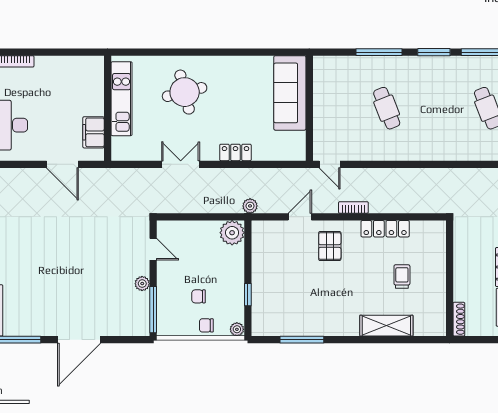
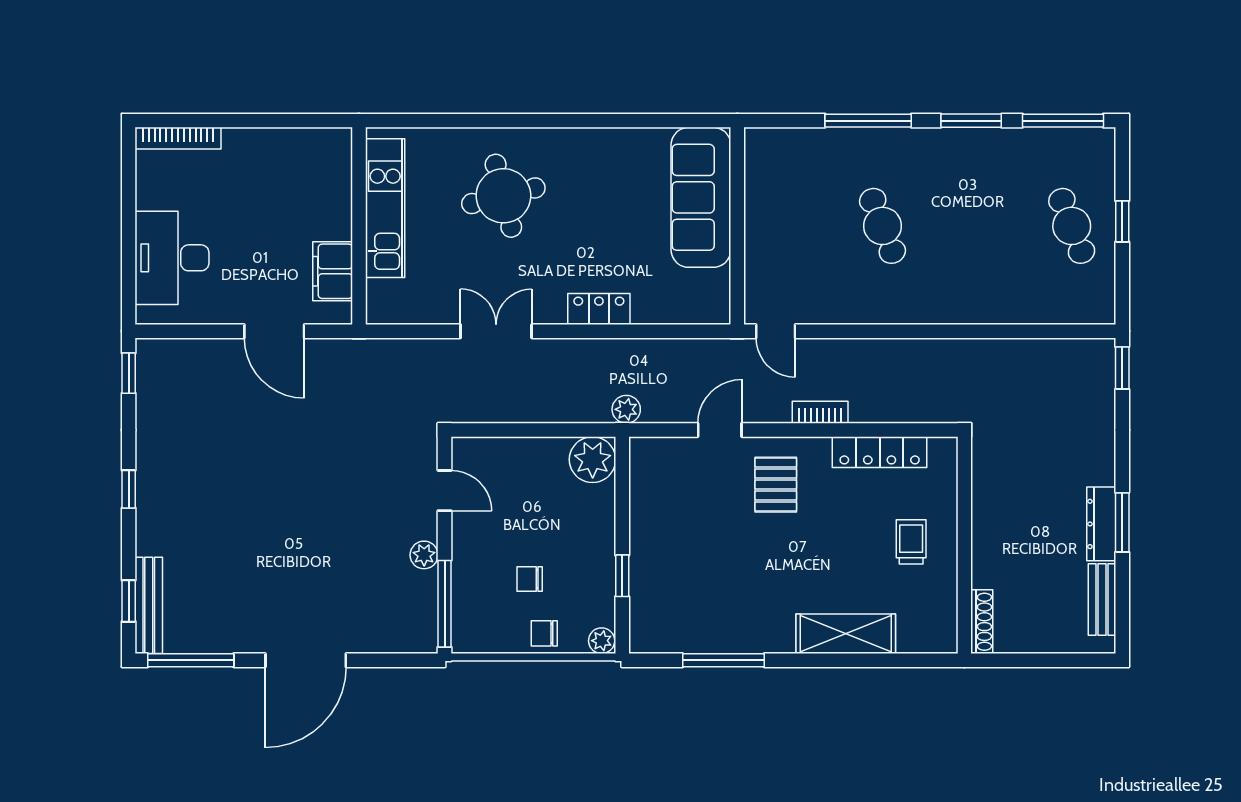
wall: (450, 278) -> (964, 545), moved
shoe rack: (459, 319) -> (982, 622), moved
shelving: (386, 326) -> (846, 634), moved

